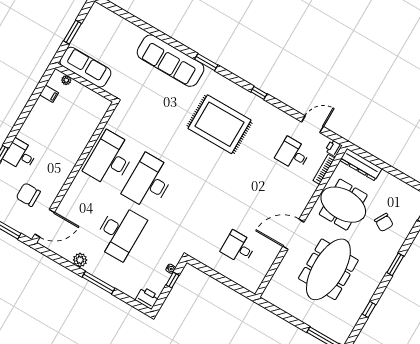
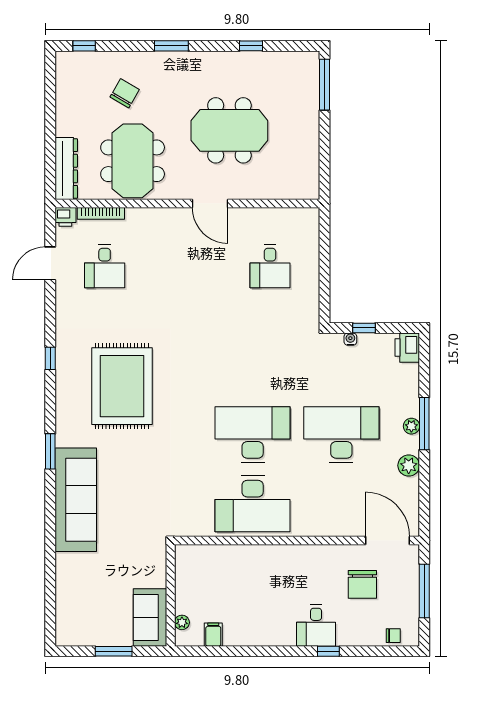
sofa: (85, 67) -> (150, 617), width x0.73
door: (312, 124) -> (50, 263), hinge flipped
desk: (149, 182) -> (253, 435), turned 180
door: (293, 234) -> (210, 204), width x0.73
meeting table: (328, 269) -> (229, 130), width x0.73
plant: (101, 274) -> (411, 426), added

